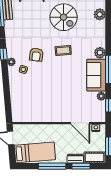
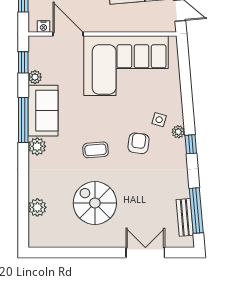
corner sofa: (44, 103) -> (126, 66), added

